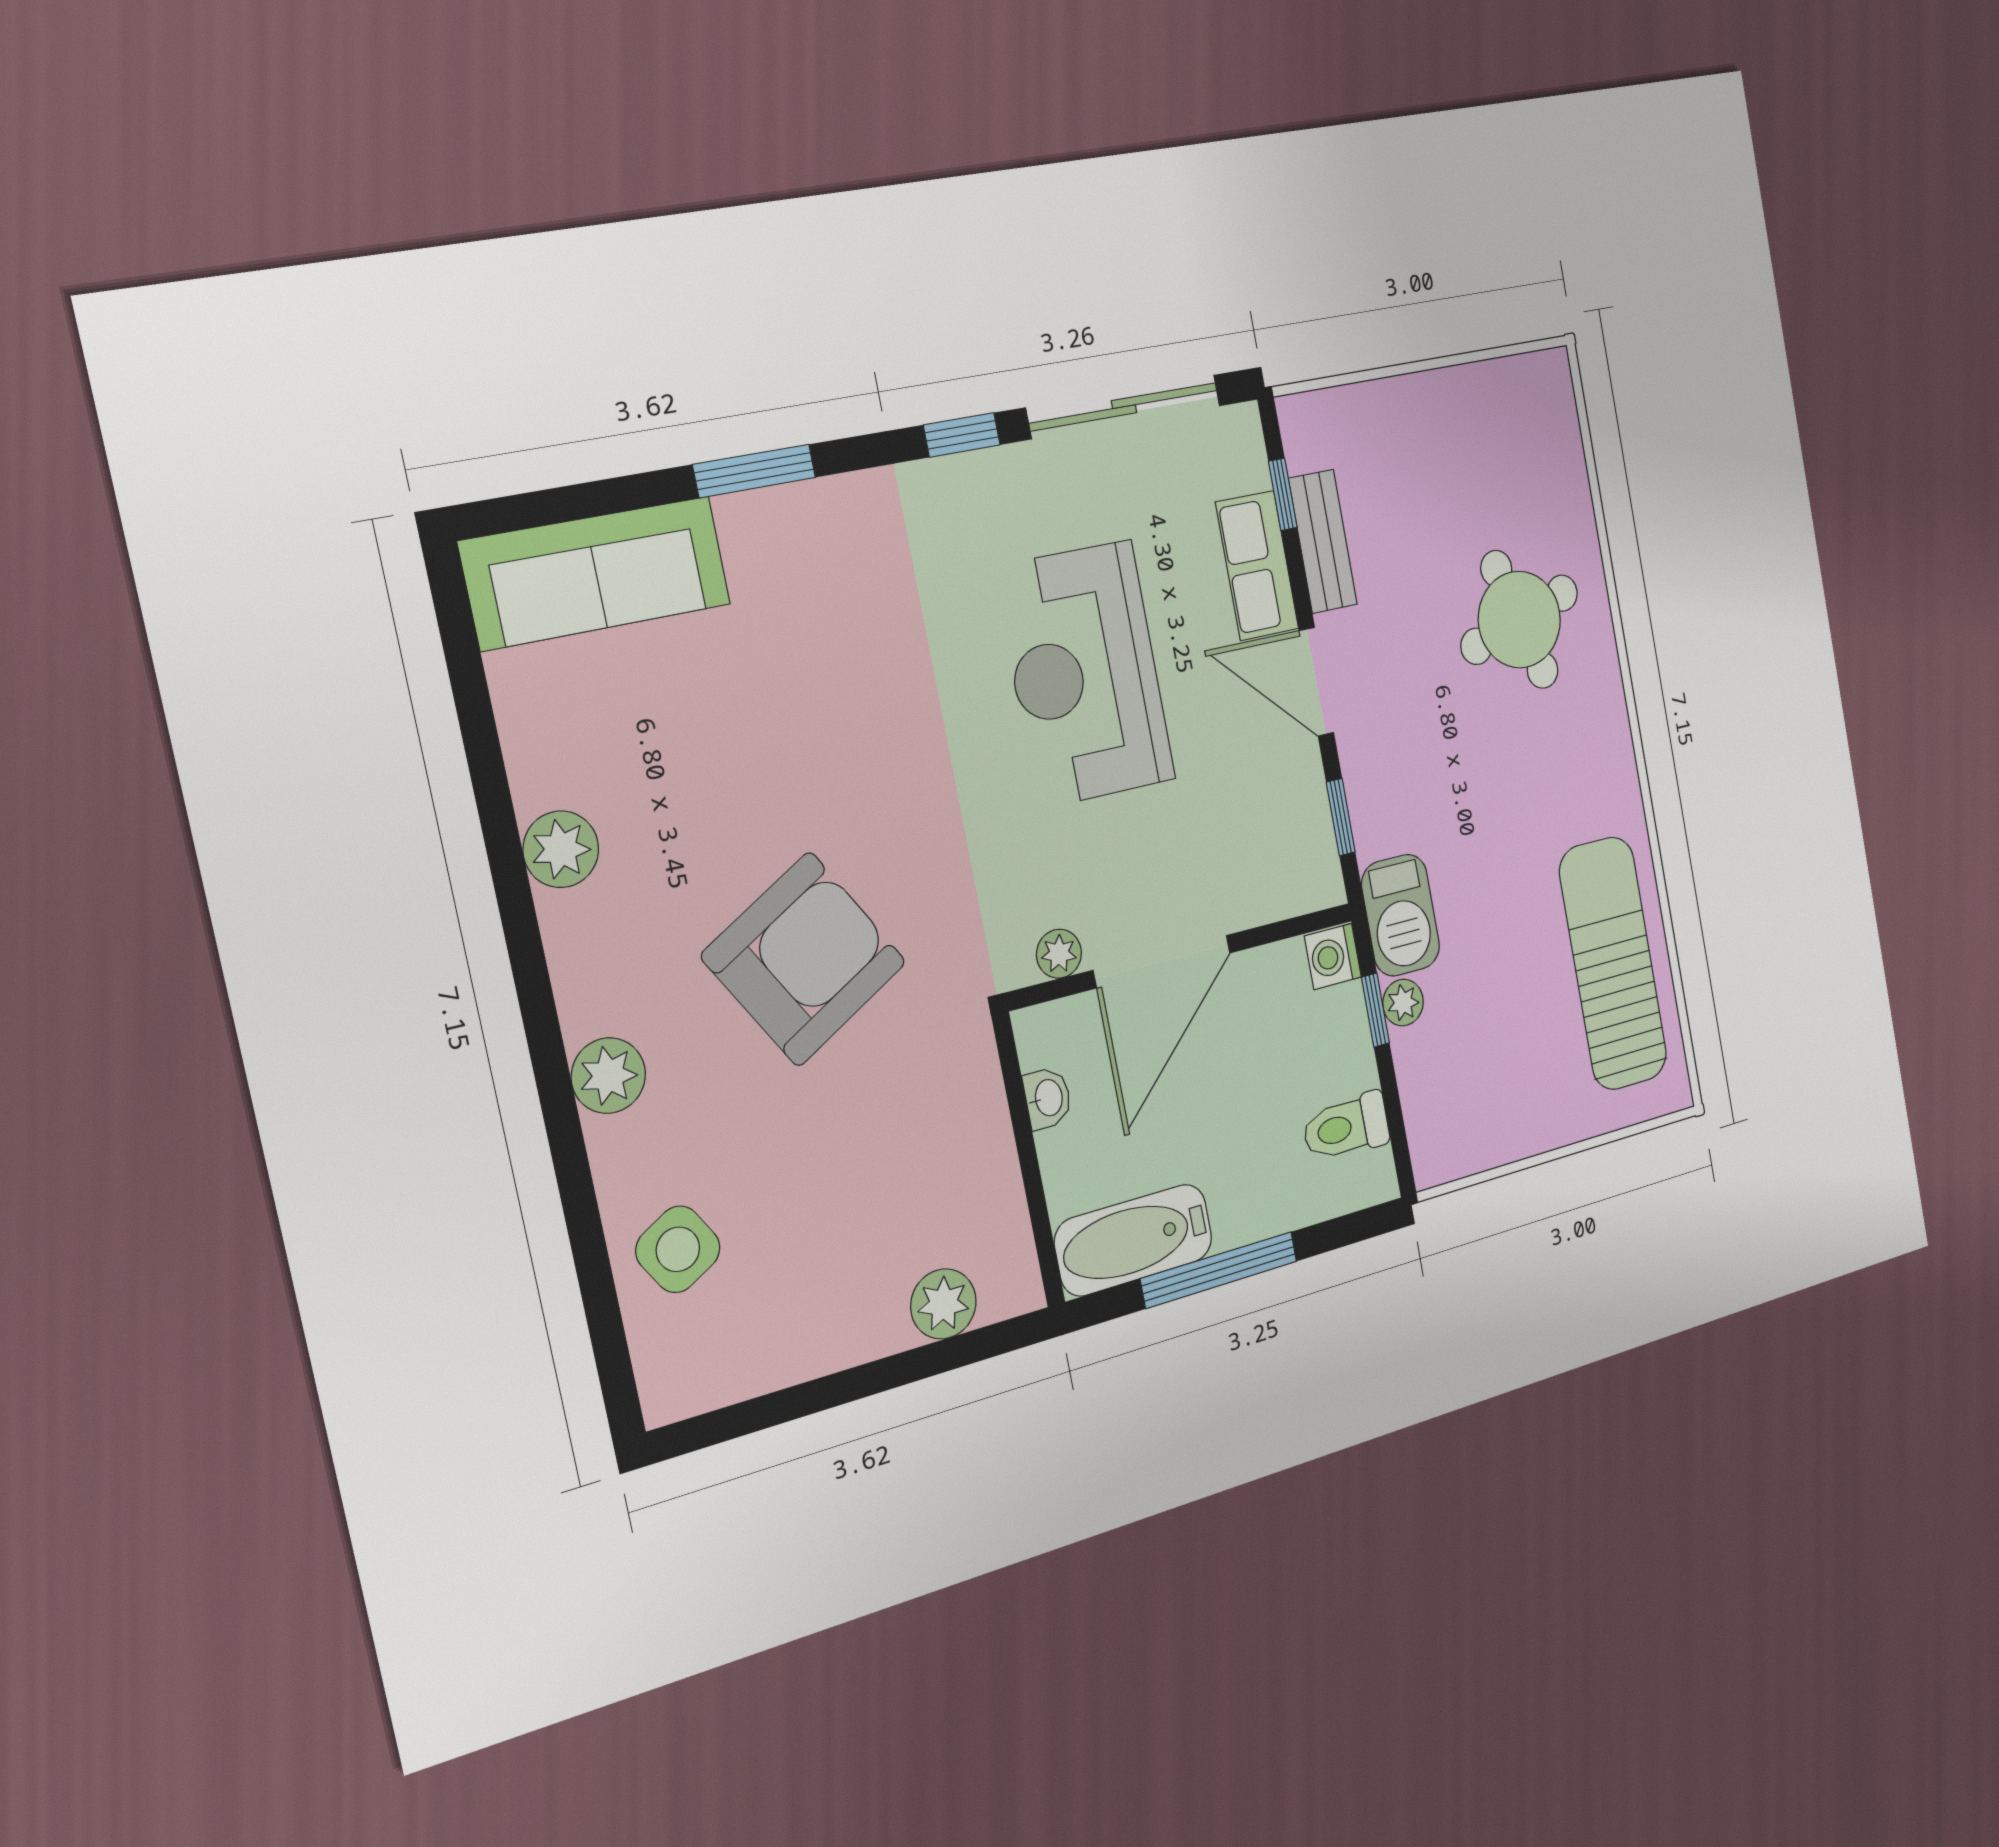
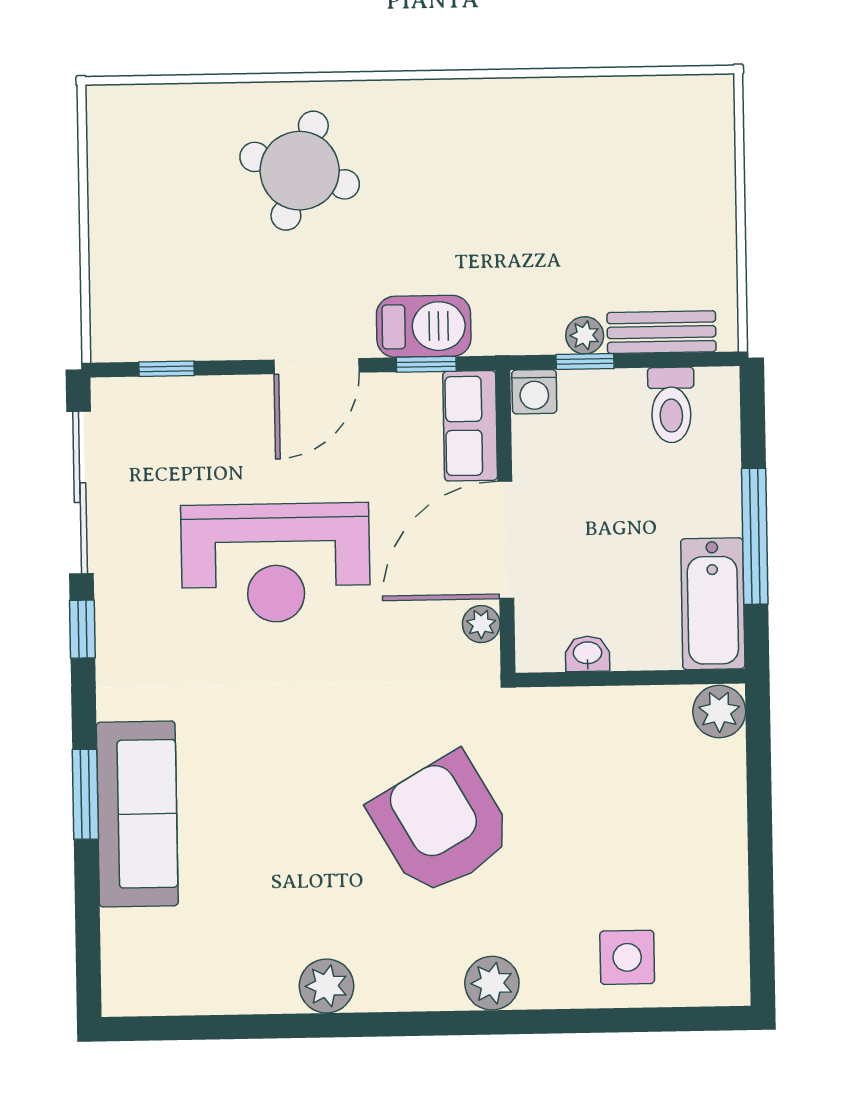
bench: (1323, 541) -> (661, 332), moved
row of seats: (1257, 566) -> (470, 426), moved, turned 90
sofa: (596, 573) -> (137, 814), moved
round table: (1519, 620) -> (300, 171), turned 35
barbecue: (1401, 915) -> (424, 326), moved
door: (1162, 961) -> (506, 540), swing flipped
sun lounger: (1613, 964) -> (597, 132), removed
side table: (678, 1249) -> (627, 957), turned 30
plant: (943, 1304) -> (719, 712), moved

